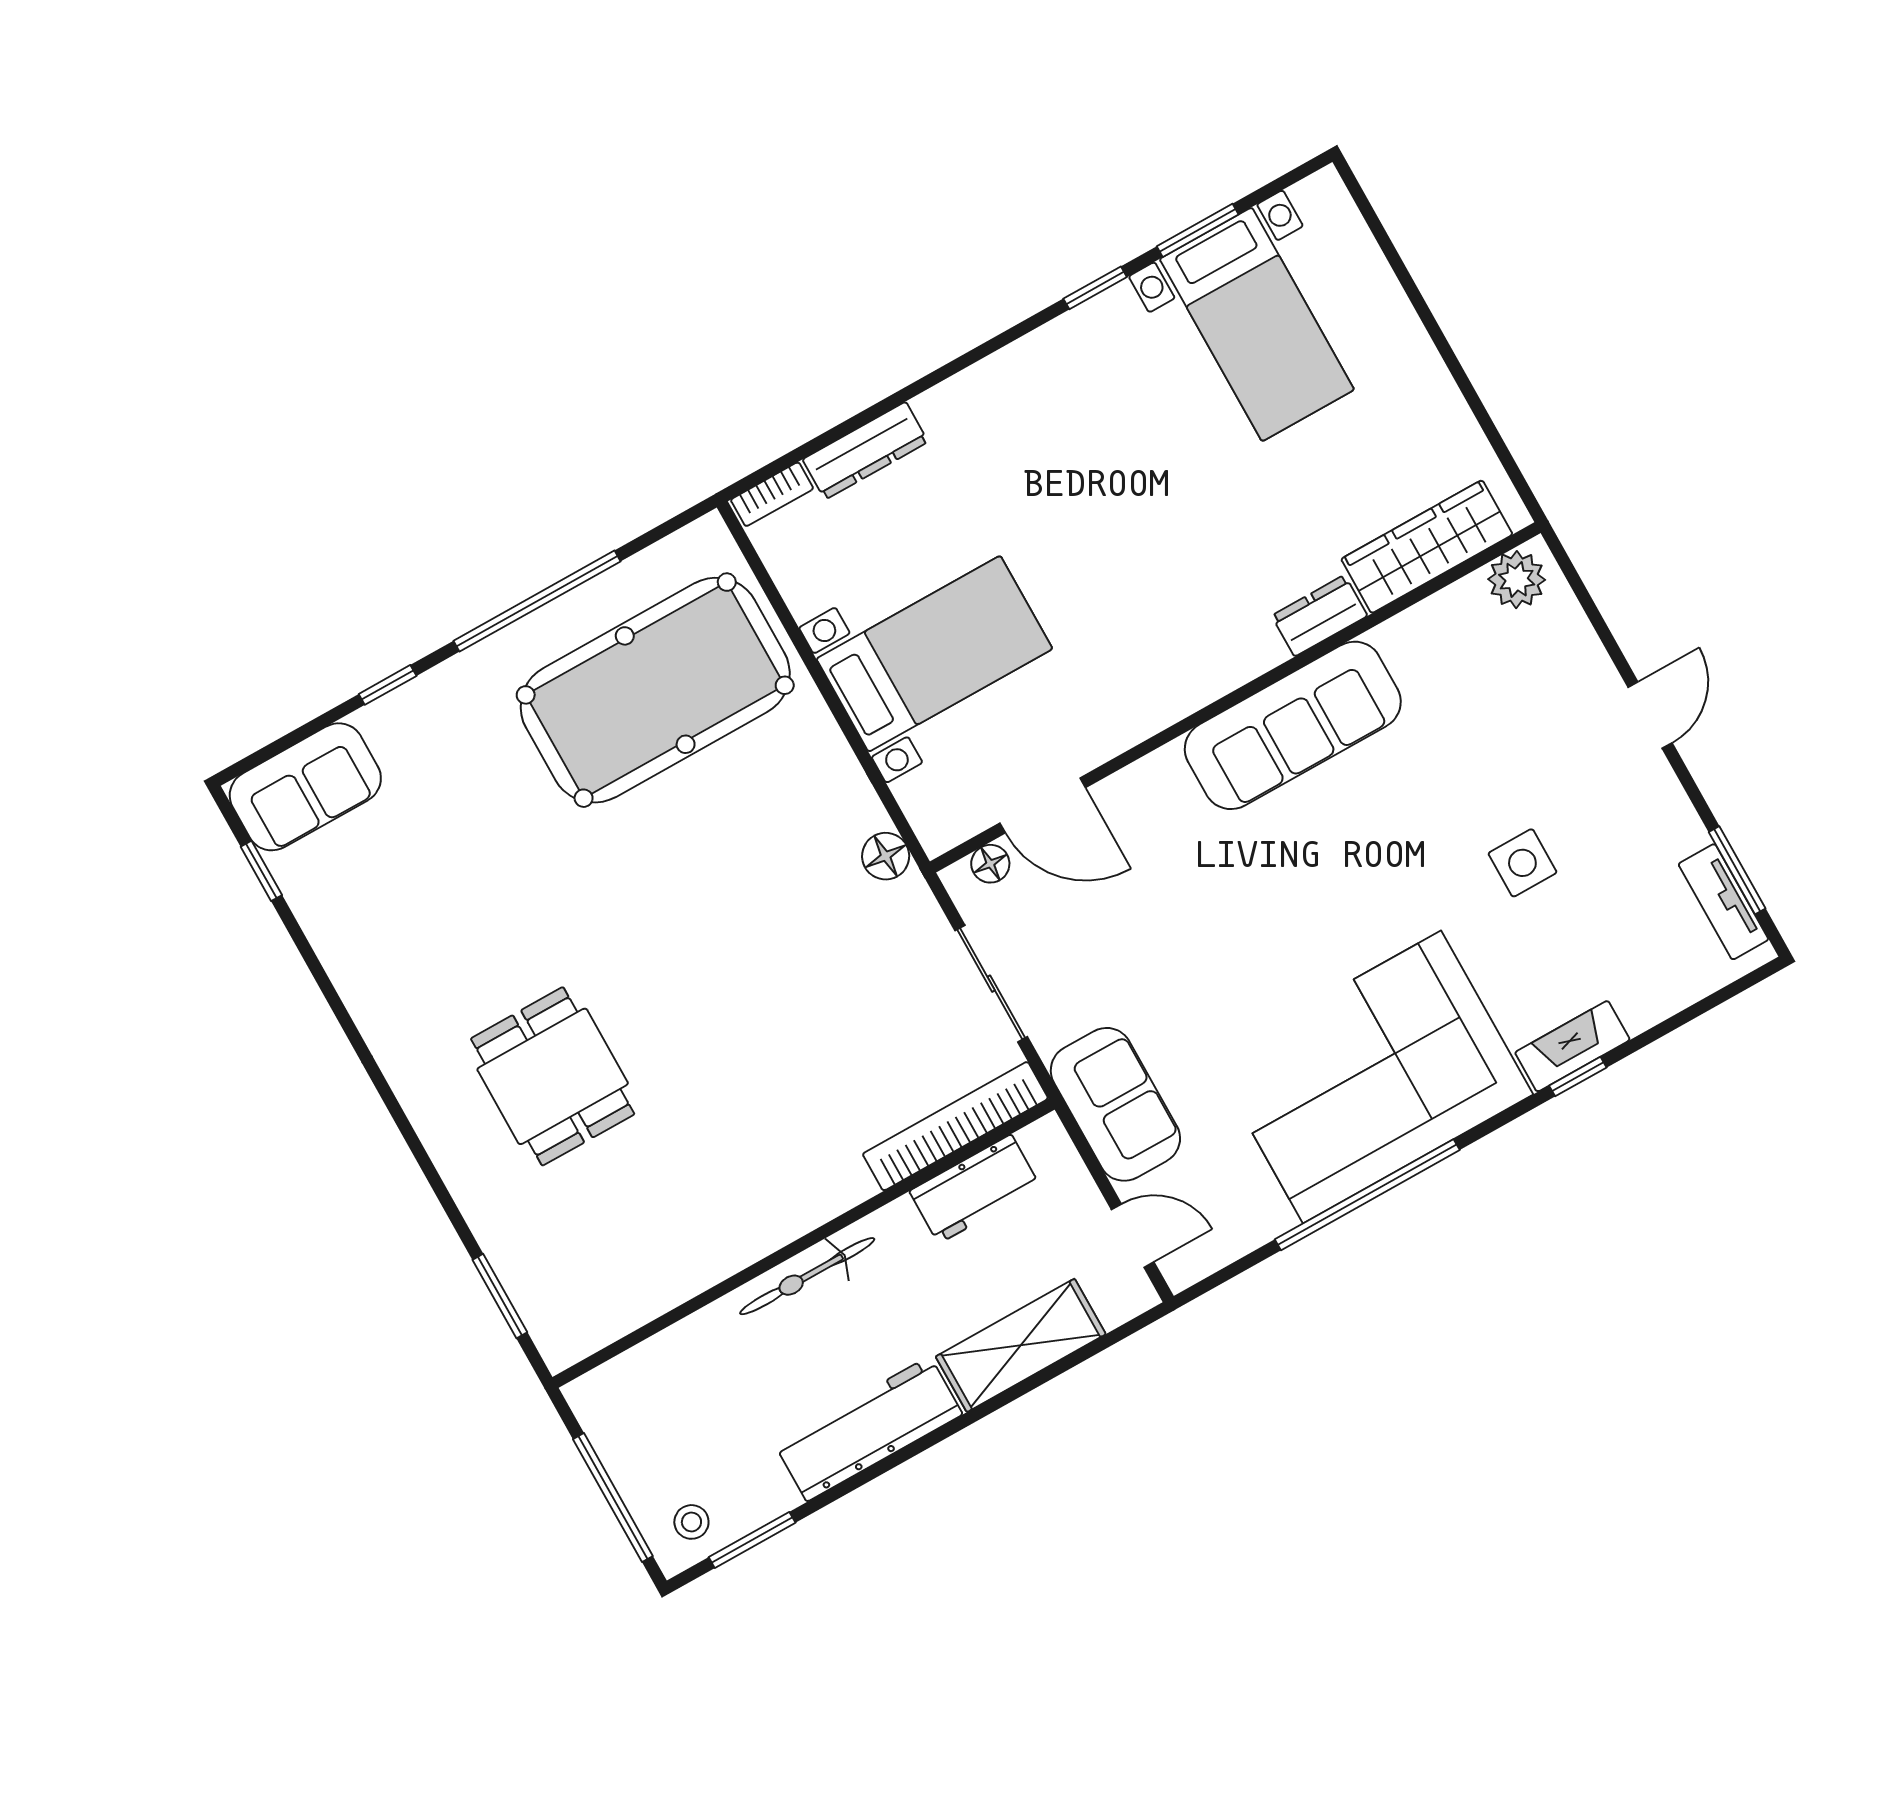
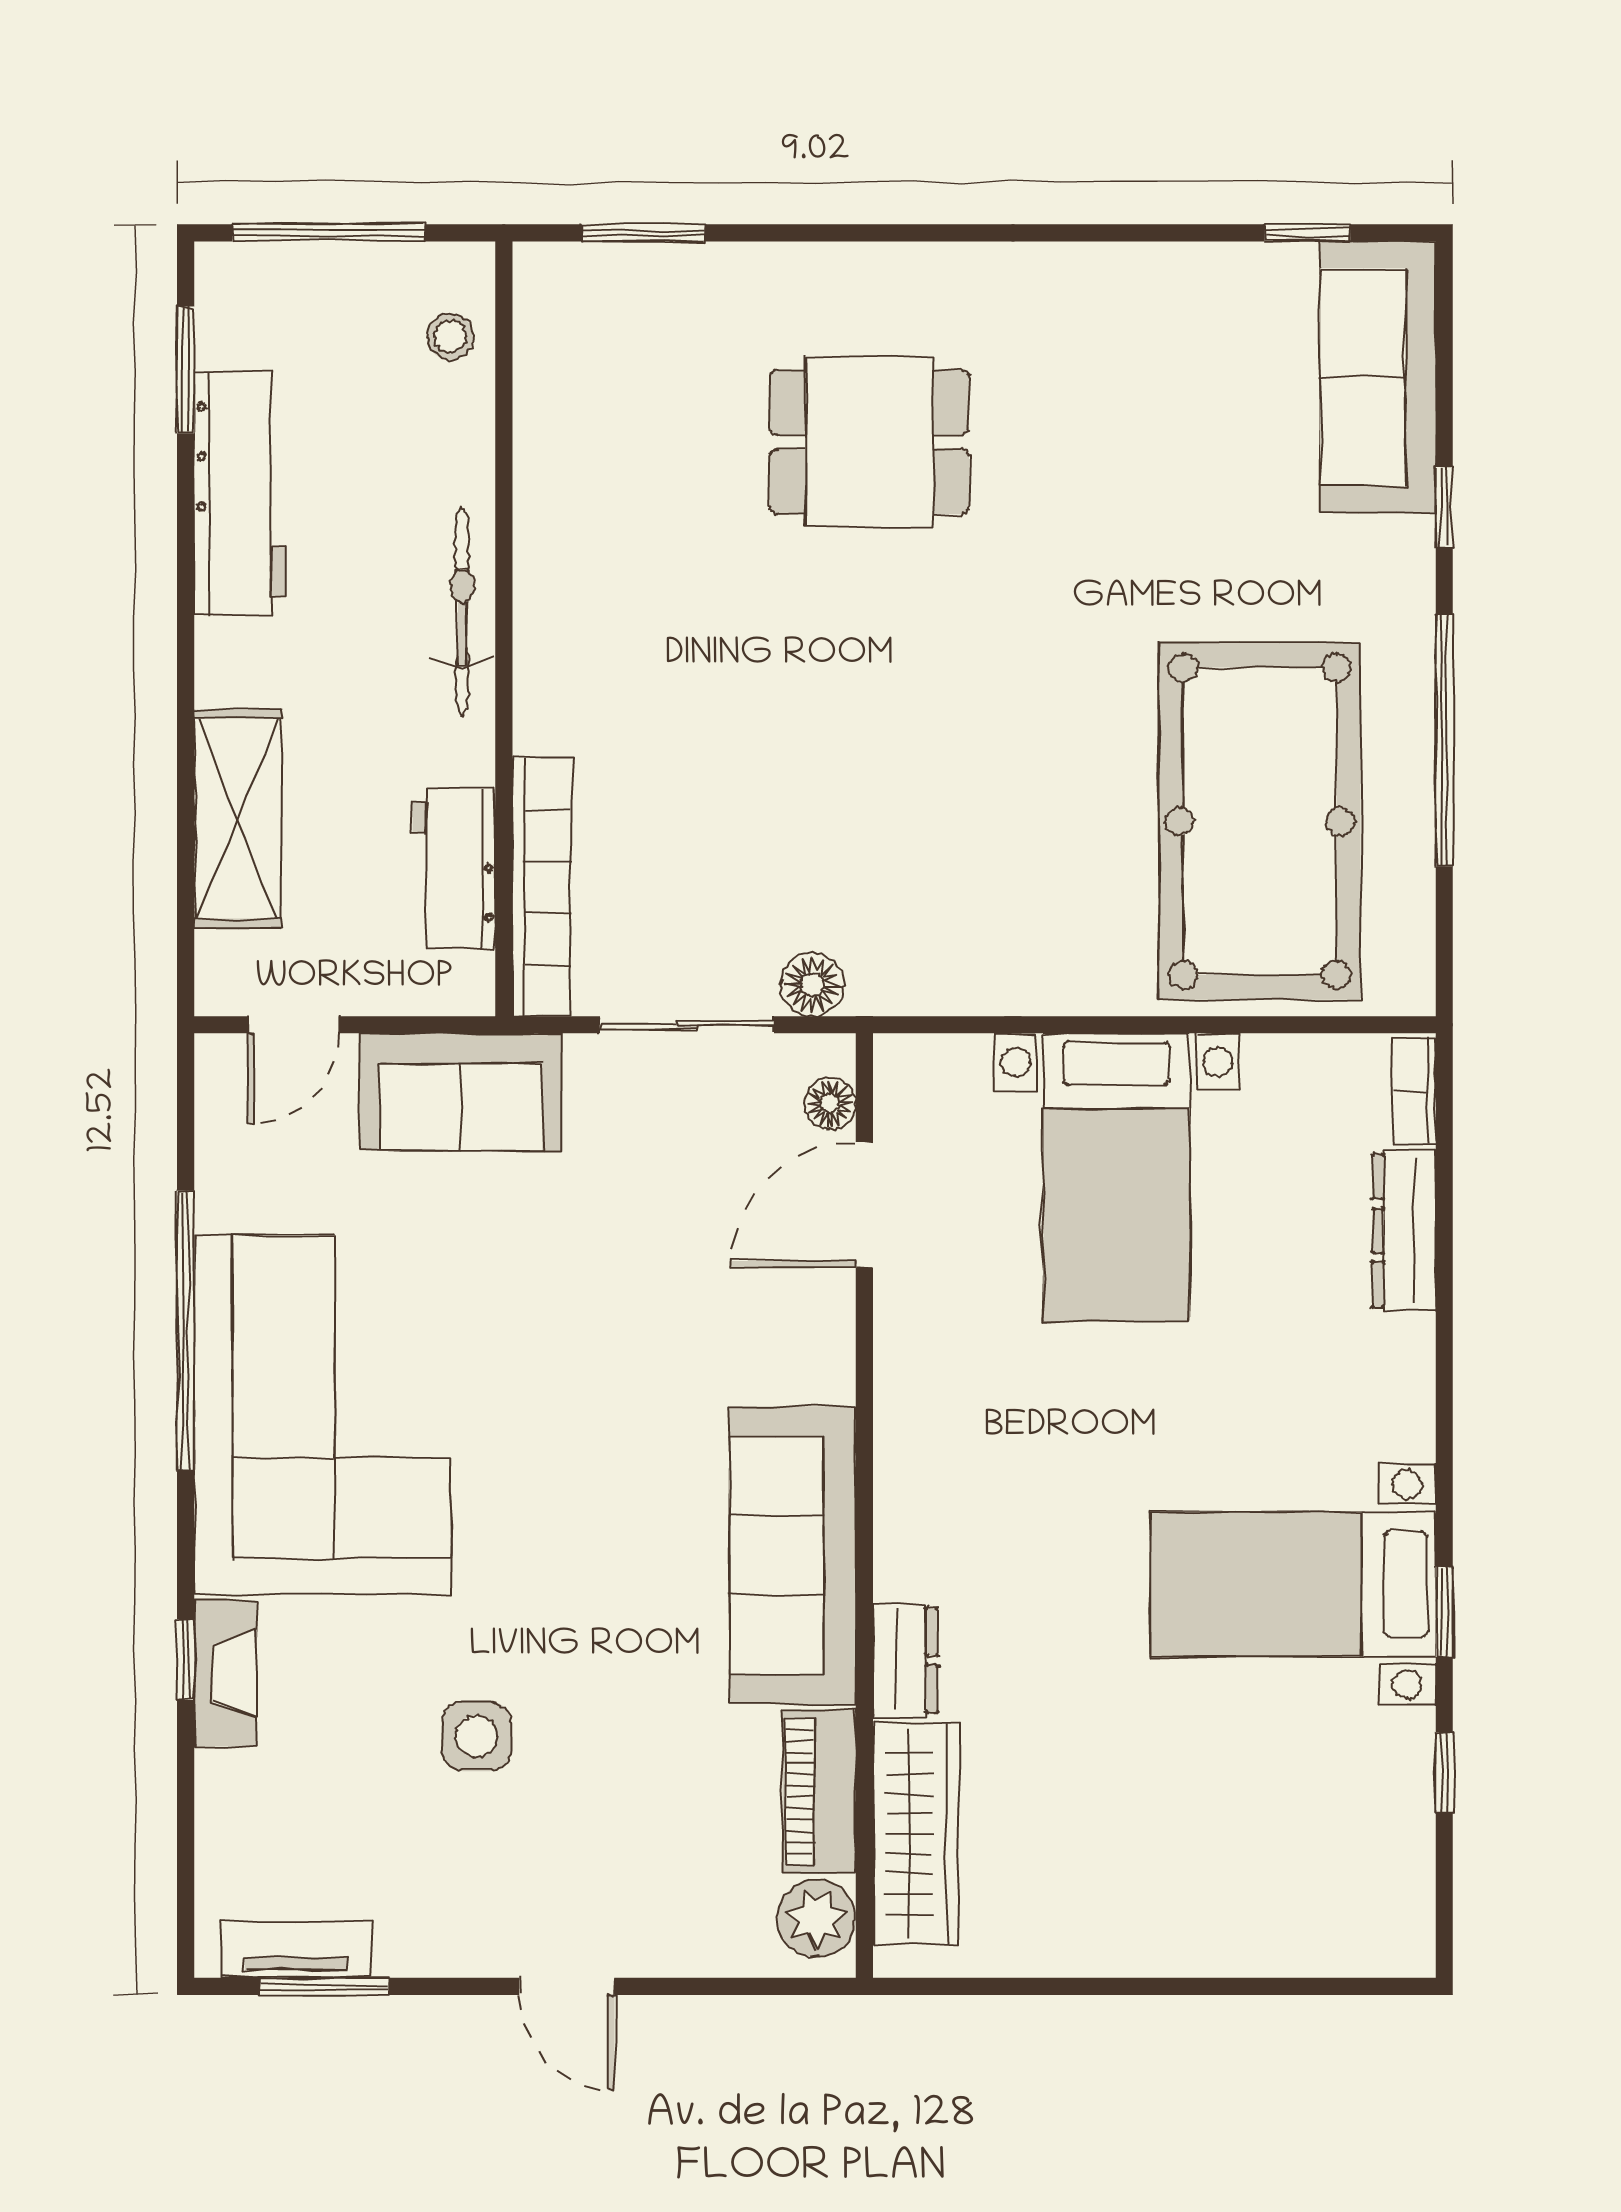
window: (1198, 230) -> (1444, 1772), width x0.67
bed with nightstands: (1257, 324) -> (1293, 1584), moved
piano: (1435, 623) -> (819, 1791), added
sofa: (305, 787) -> (1378, 377), width x1.36
floor lamp: (886, 856) -> (812, 984), moved
workbench: (868, 1429) -> (240, 493), moved
stool: (691, 1522) -> (450, 337), moved

